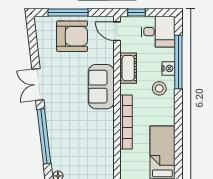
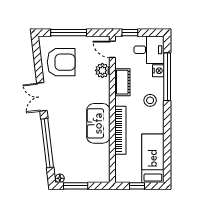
armchair: (72, 36) -> (61, 62), moved
plant: (106, 55) -> (102, 70), added
nightstand: (168, 68) -> (158, 71), moved
sofa: (101, 87) -> (98, 123), moved

